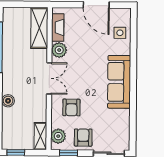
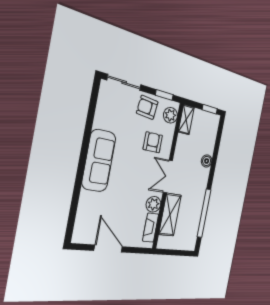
shelving: (39, 28) -> (170, 215), moved
side table: (120, 33) -> (88, 216), removed
armchair: (83, 138) -> (147, 107), turned 96

